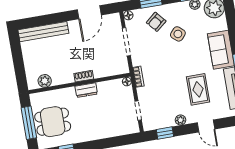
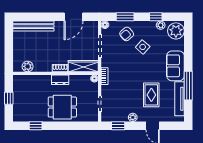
wardrobe: (111, 69) -> (83, 66), added
dining table: (53, 122) -> (62, 107), moved
window: (29, 123) -> (9, 98), width x0.46

